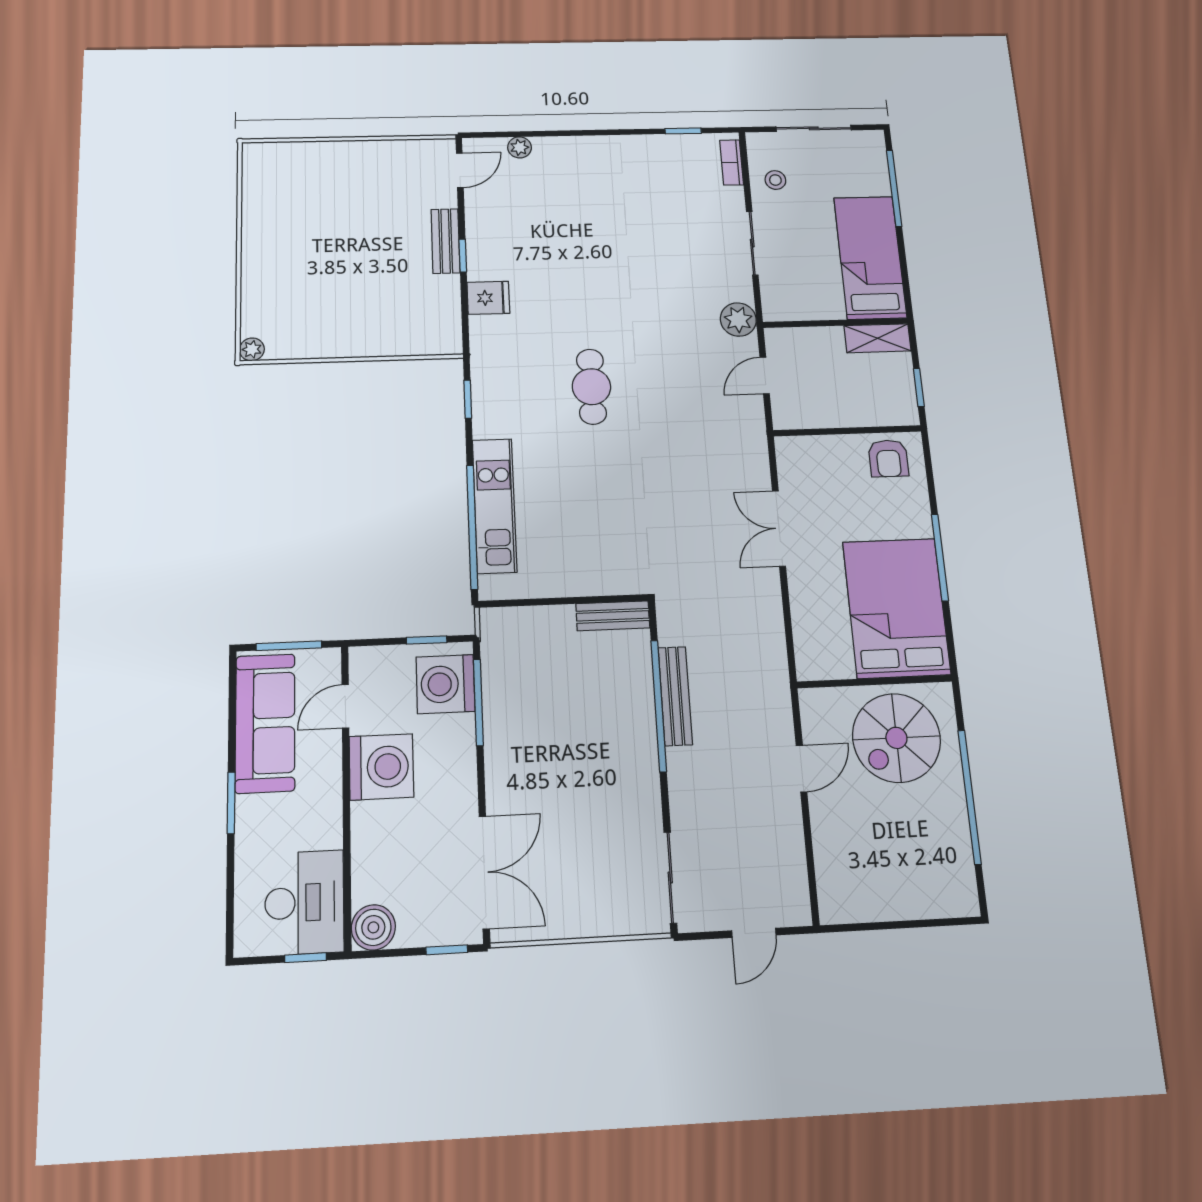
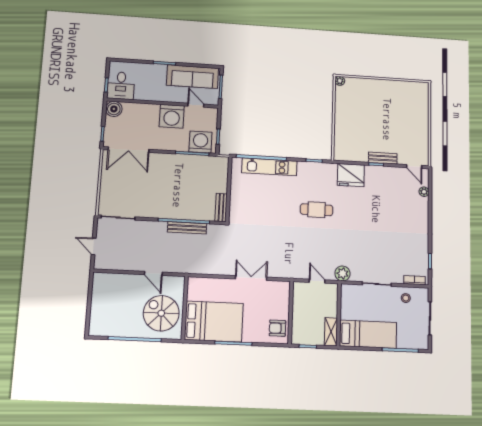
fridge: (488, 298) -> (351, 175), width x1.88, depth x1.34
desk: (304, 902) -> (121, 86), width x0.73

